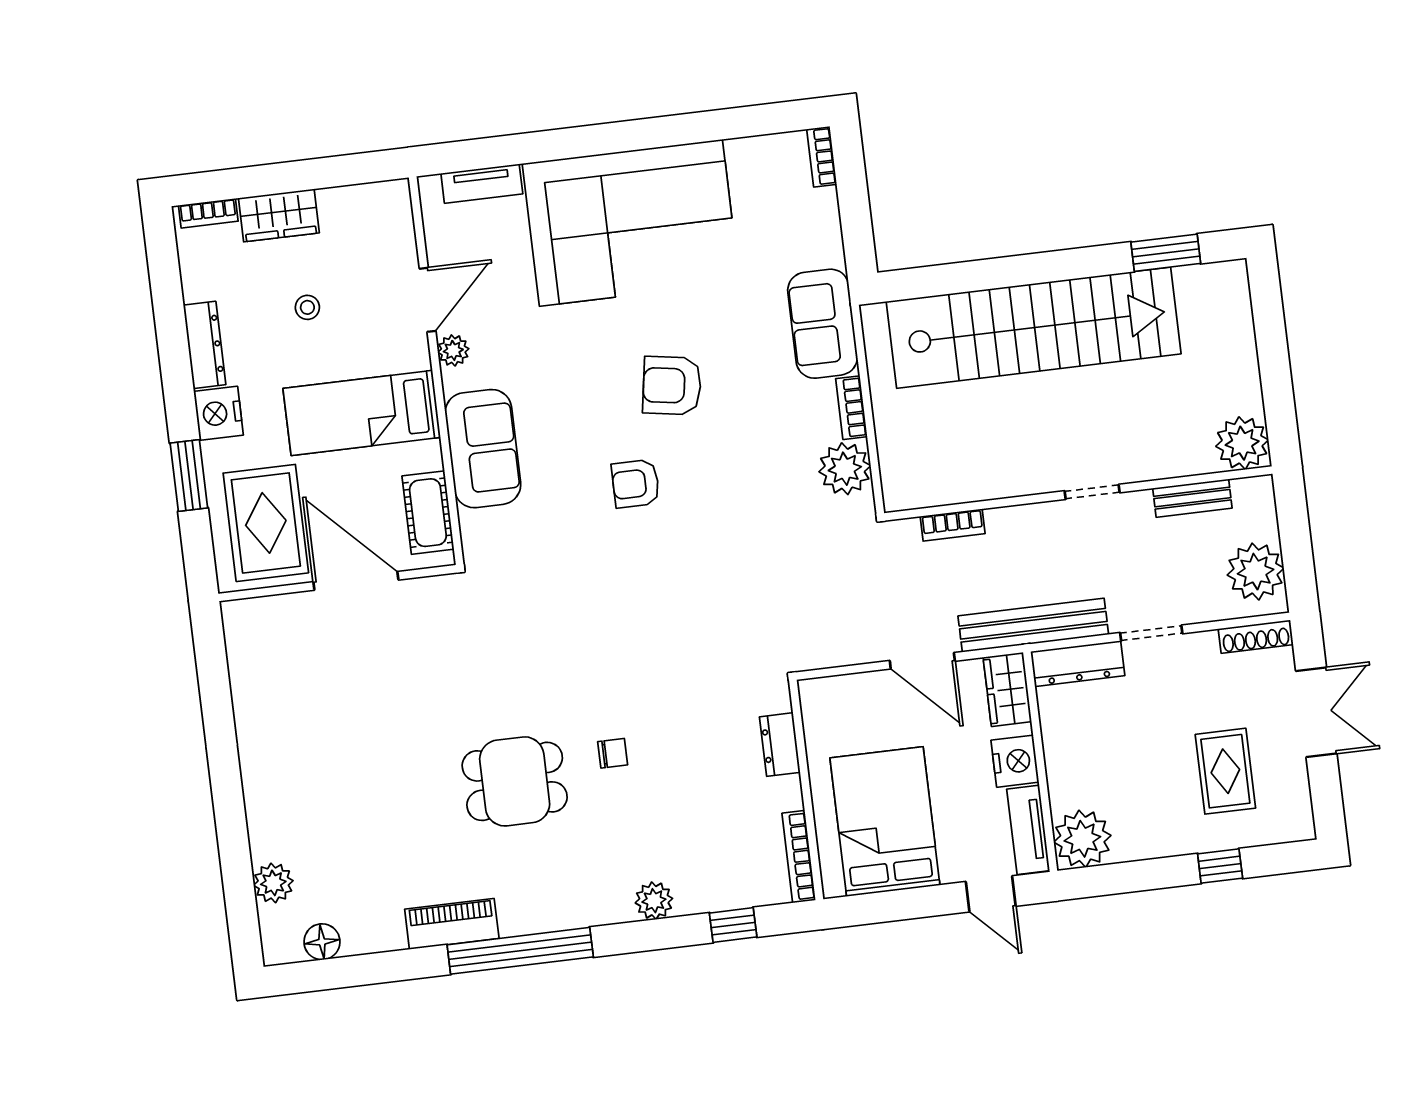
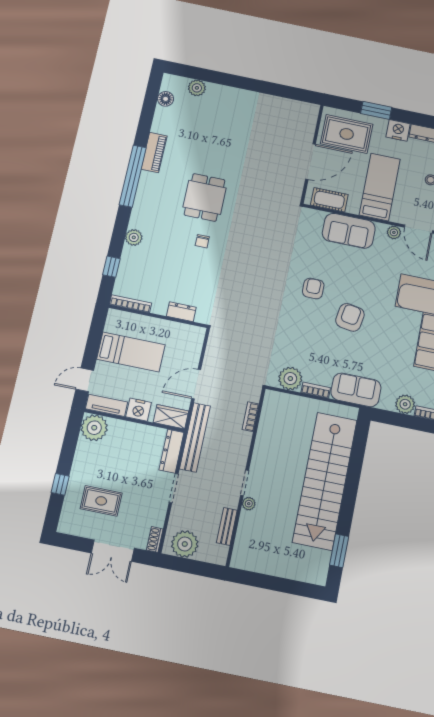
plant: (818, 211) -> (405, 404), added
plant: (1242, 443) -> (249, 504), moved, width x0.53, depth x0.53
shoe rack: (1256, 637) -> (155, 539), width x0.70
bed: (885, 822) -> (131, 352), width x0.67

